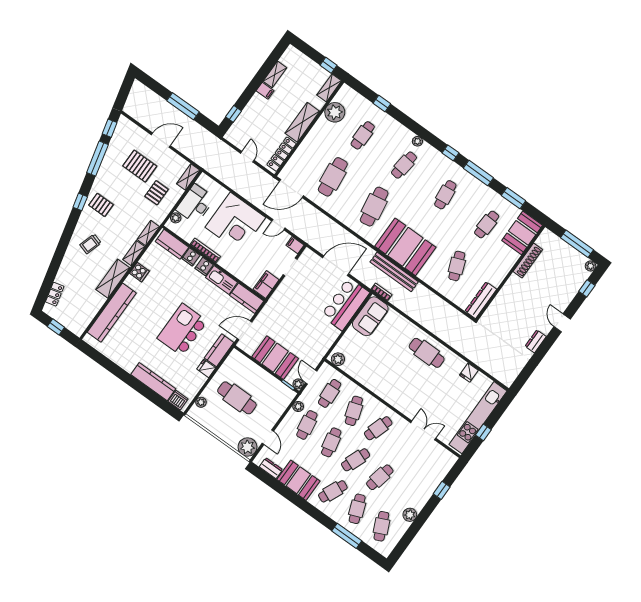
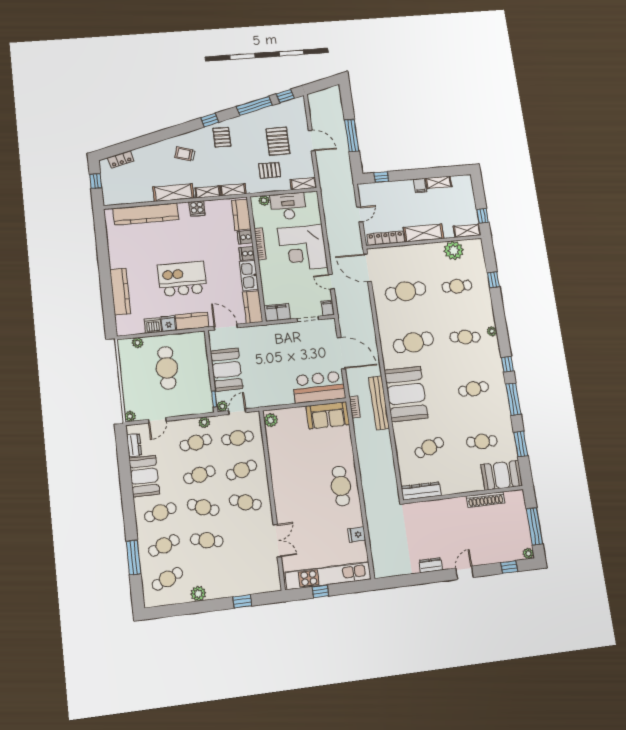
dishwasher: (178, 400) -> (153, 325), moved, turned -90
plant: (247, 447) -> (130, 416), width x0.53, depth x0.53
cafe table: (333, 491) -> (160, 512), turned -39

